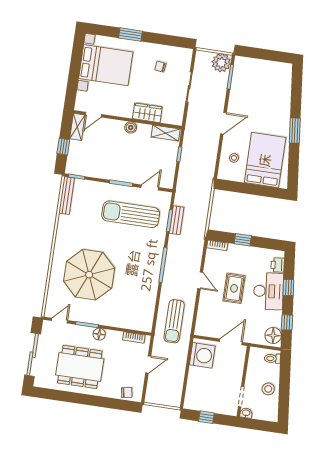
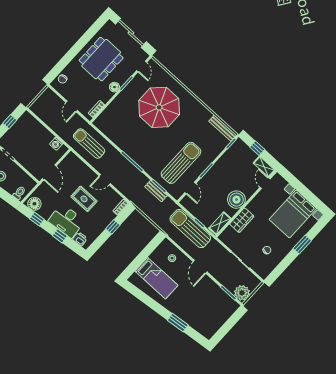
boiler: (131, 127) -> (236, 200), width x1.86, depth x1.86
window: (295, 131) -> (178, 323), moved
sun lounger: (191, 160) -> (190, 229), added
bed: (265, 160) -> (156, 278), width x0.67
washing machine: (202, 355) -> (56, 144), width x0.53, depth x0.53

